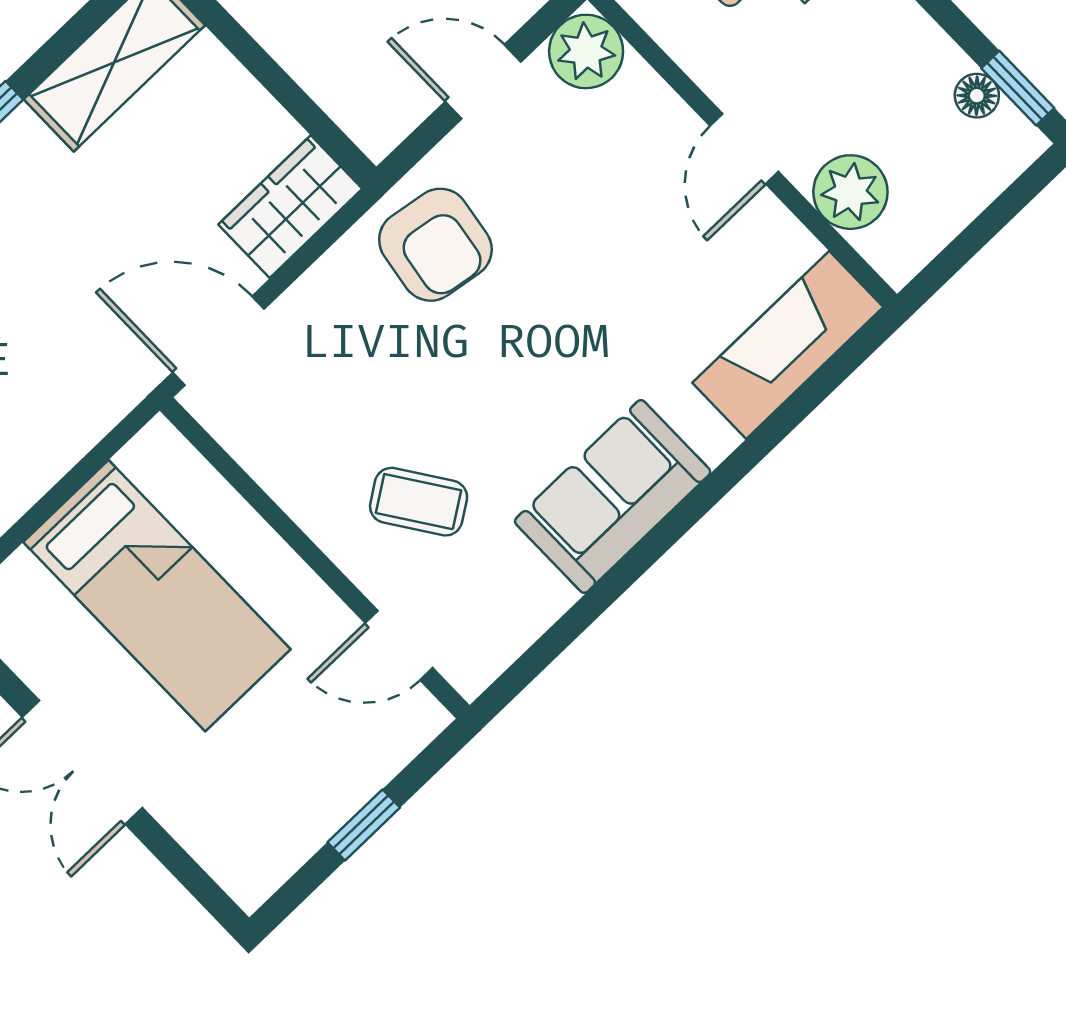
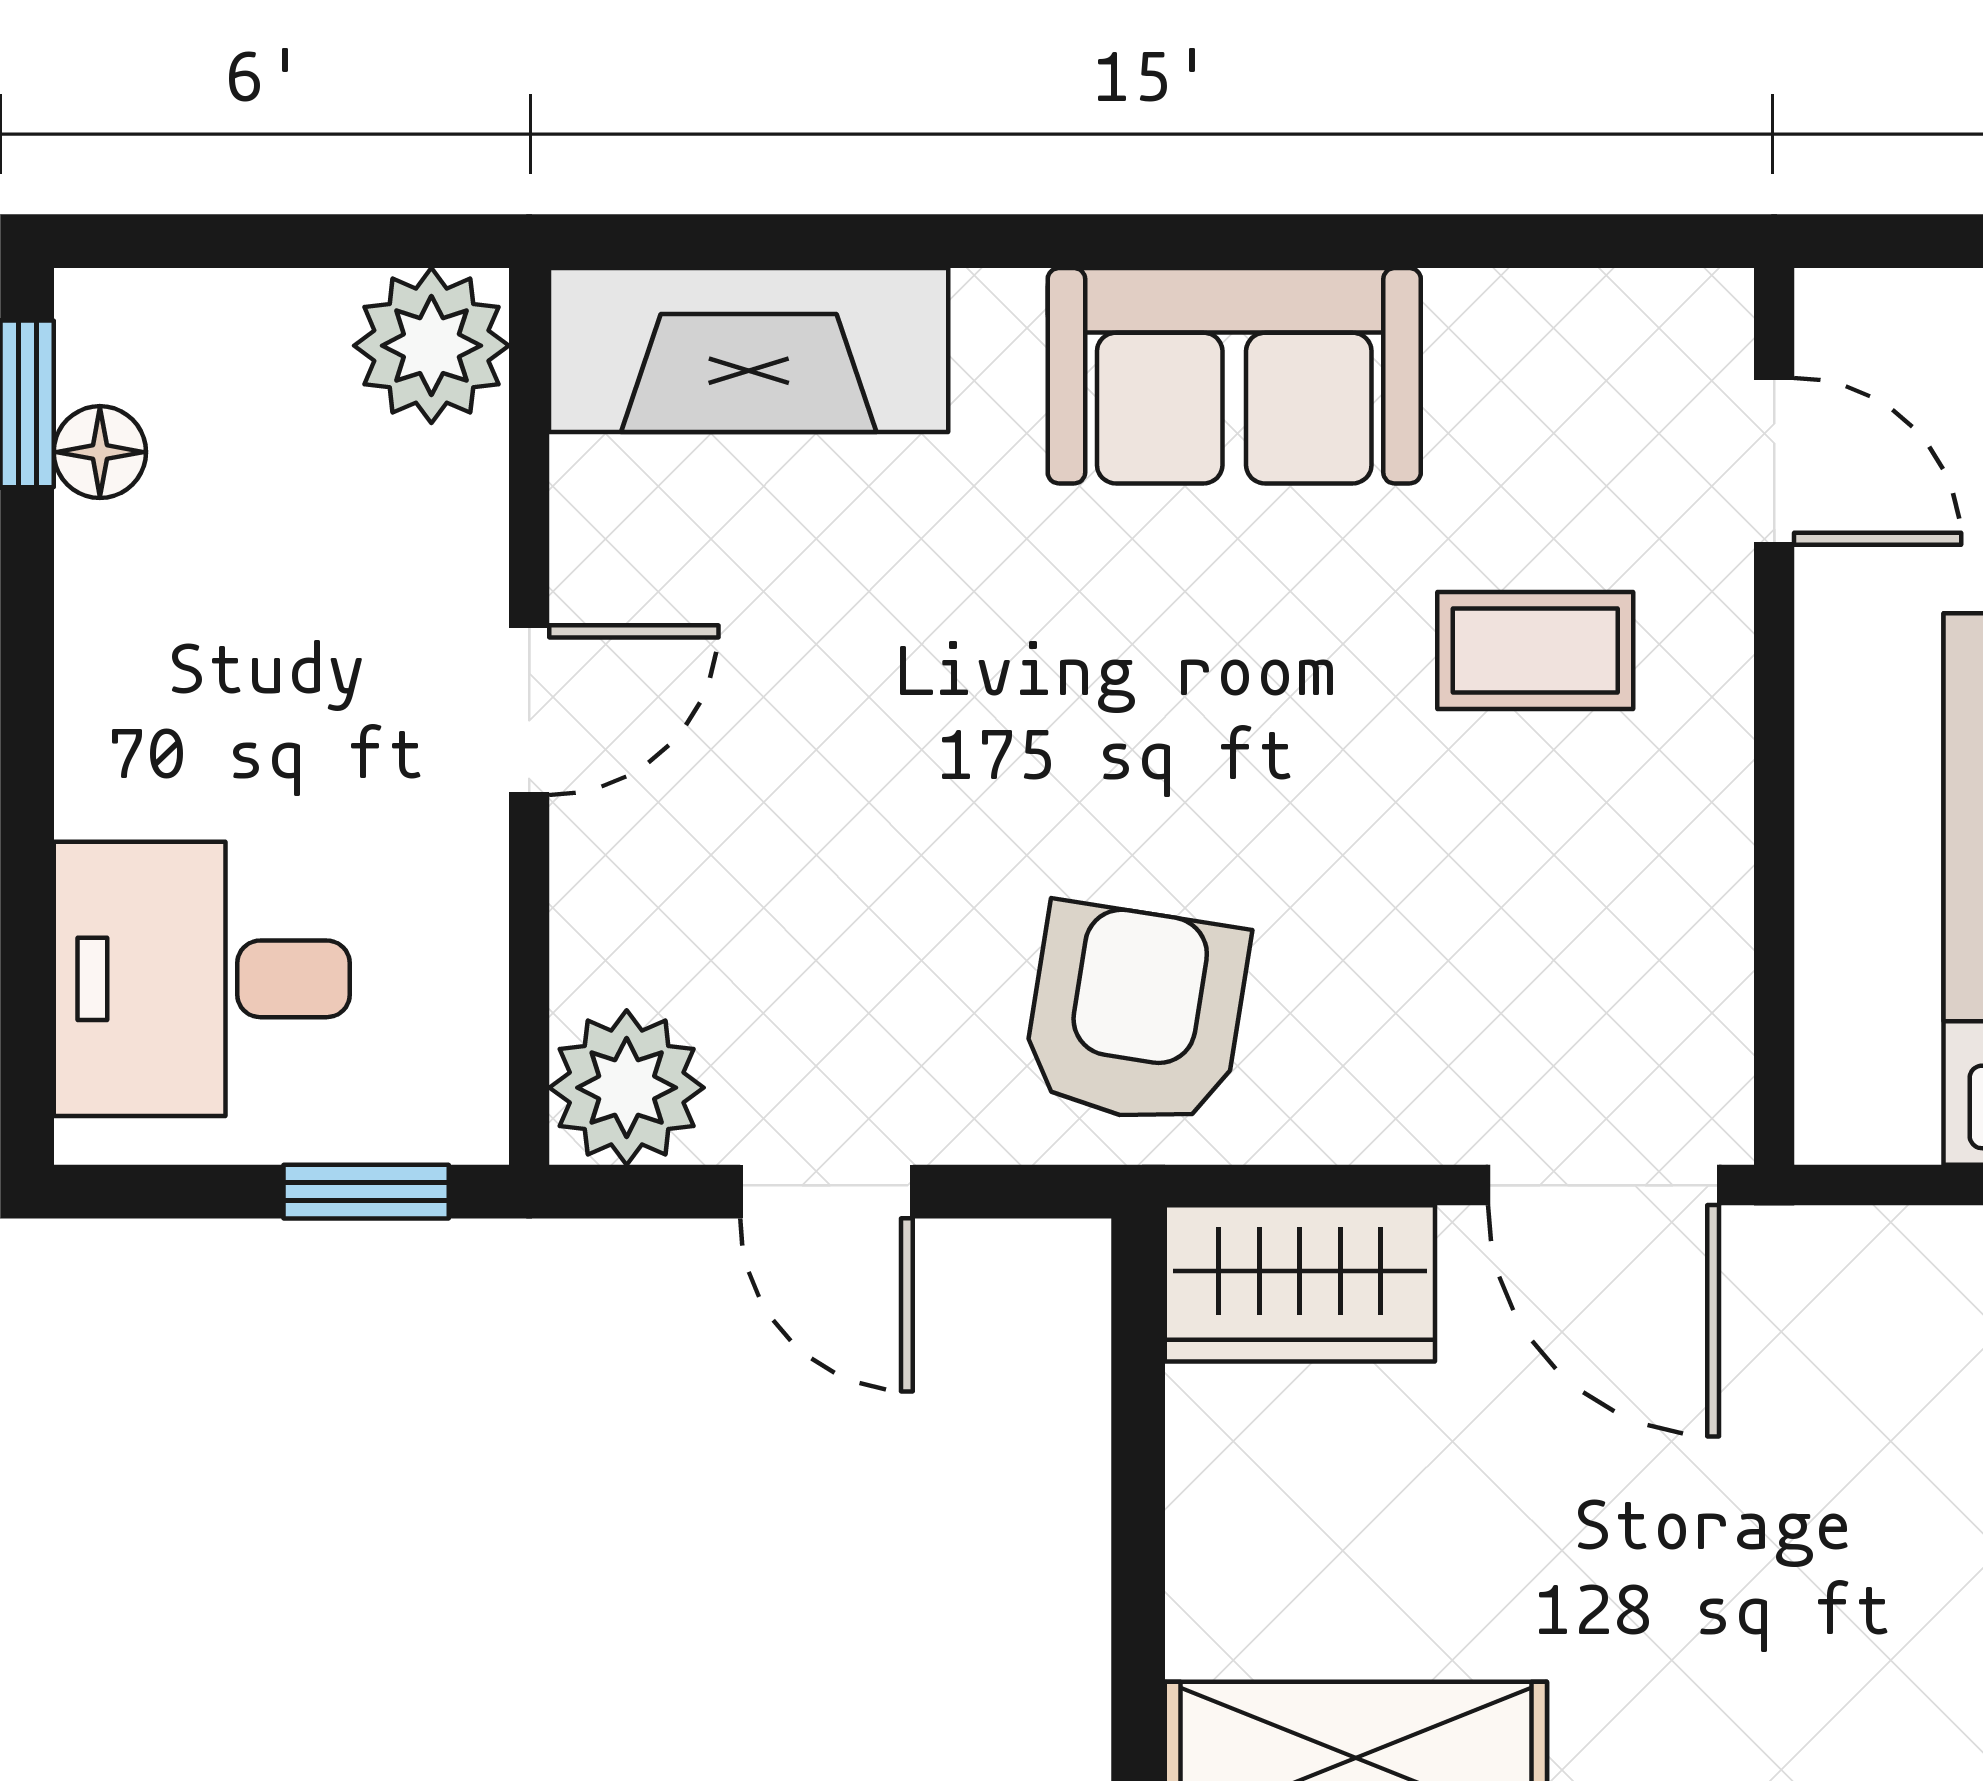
plant: (850, 192) -> (431, 346), moved
coffee table: (419, 502) -> (1535, 650), turned -56

